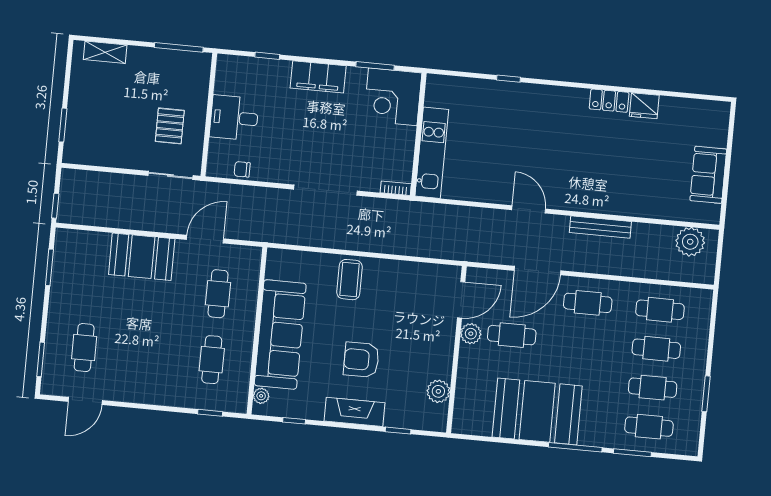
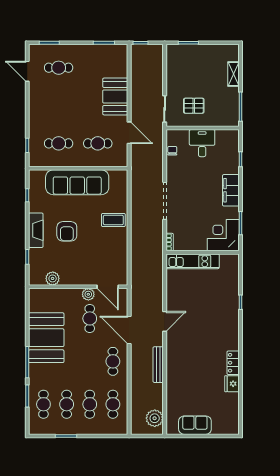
shelving: (105, 52) -> (233, 74), moved
armchair: (361, 360) -> (67, 231), turned 180
plant: (261, 396) -> (40, 174), removed

